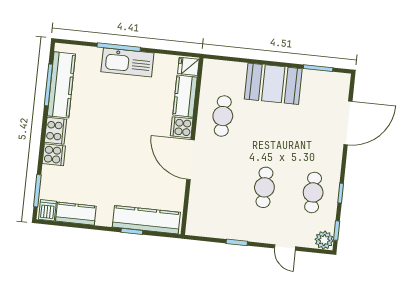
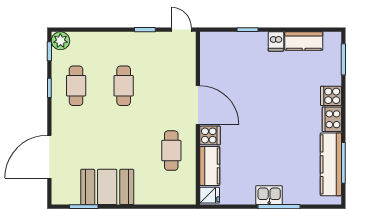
kitchen sink: (127, 62) -> (269, 195), width x0.53, depth x0.81
booth: (273, 84) -> (107, 187), moved
dishwasher: (47, 210) -> (276, 41), moved
kitchen counter: (146, 220) -> (235, 42), removed
door: (285, 247) -> (181, 30), moved

